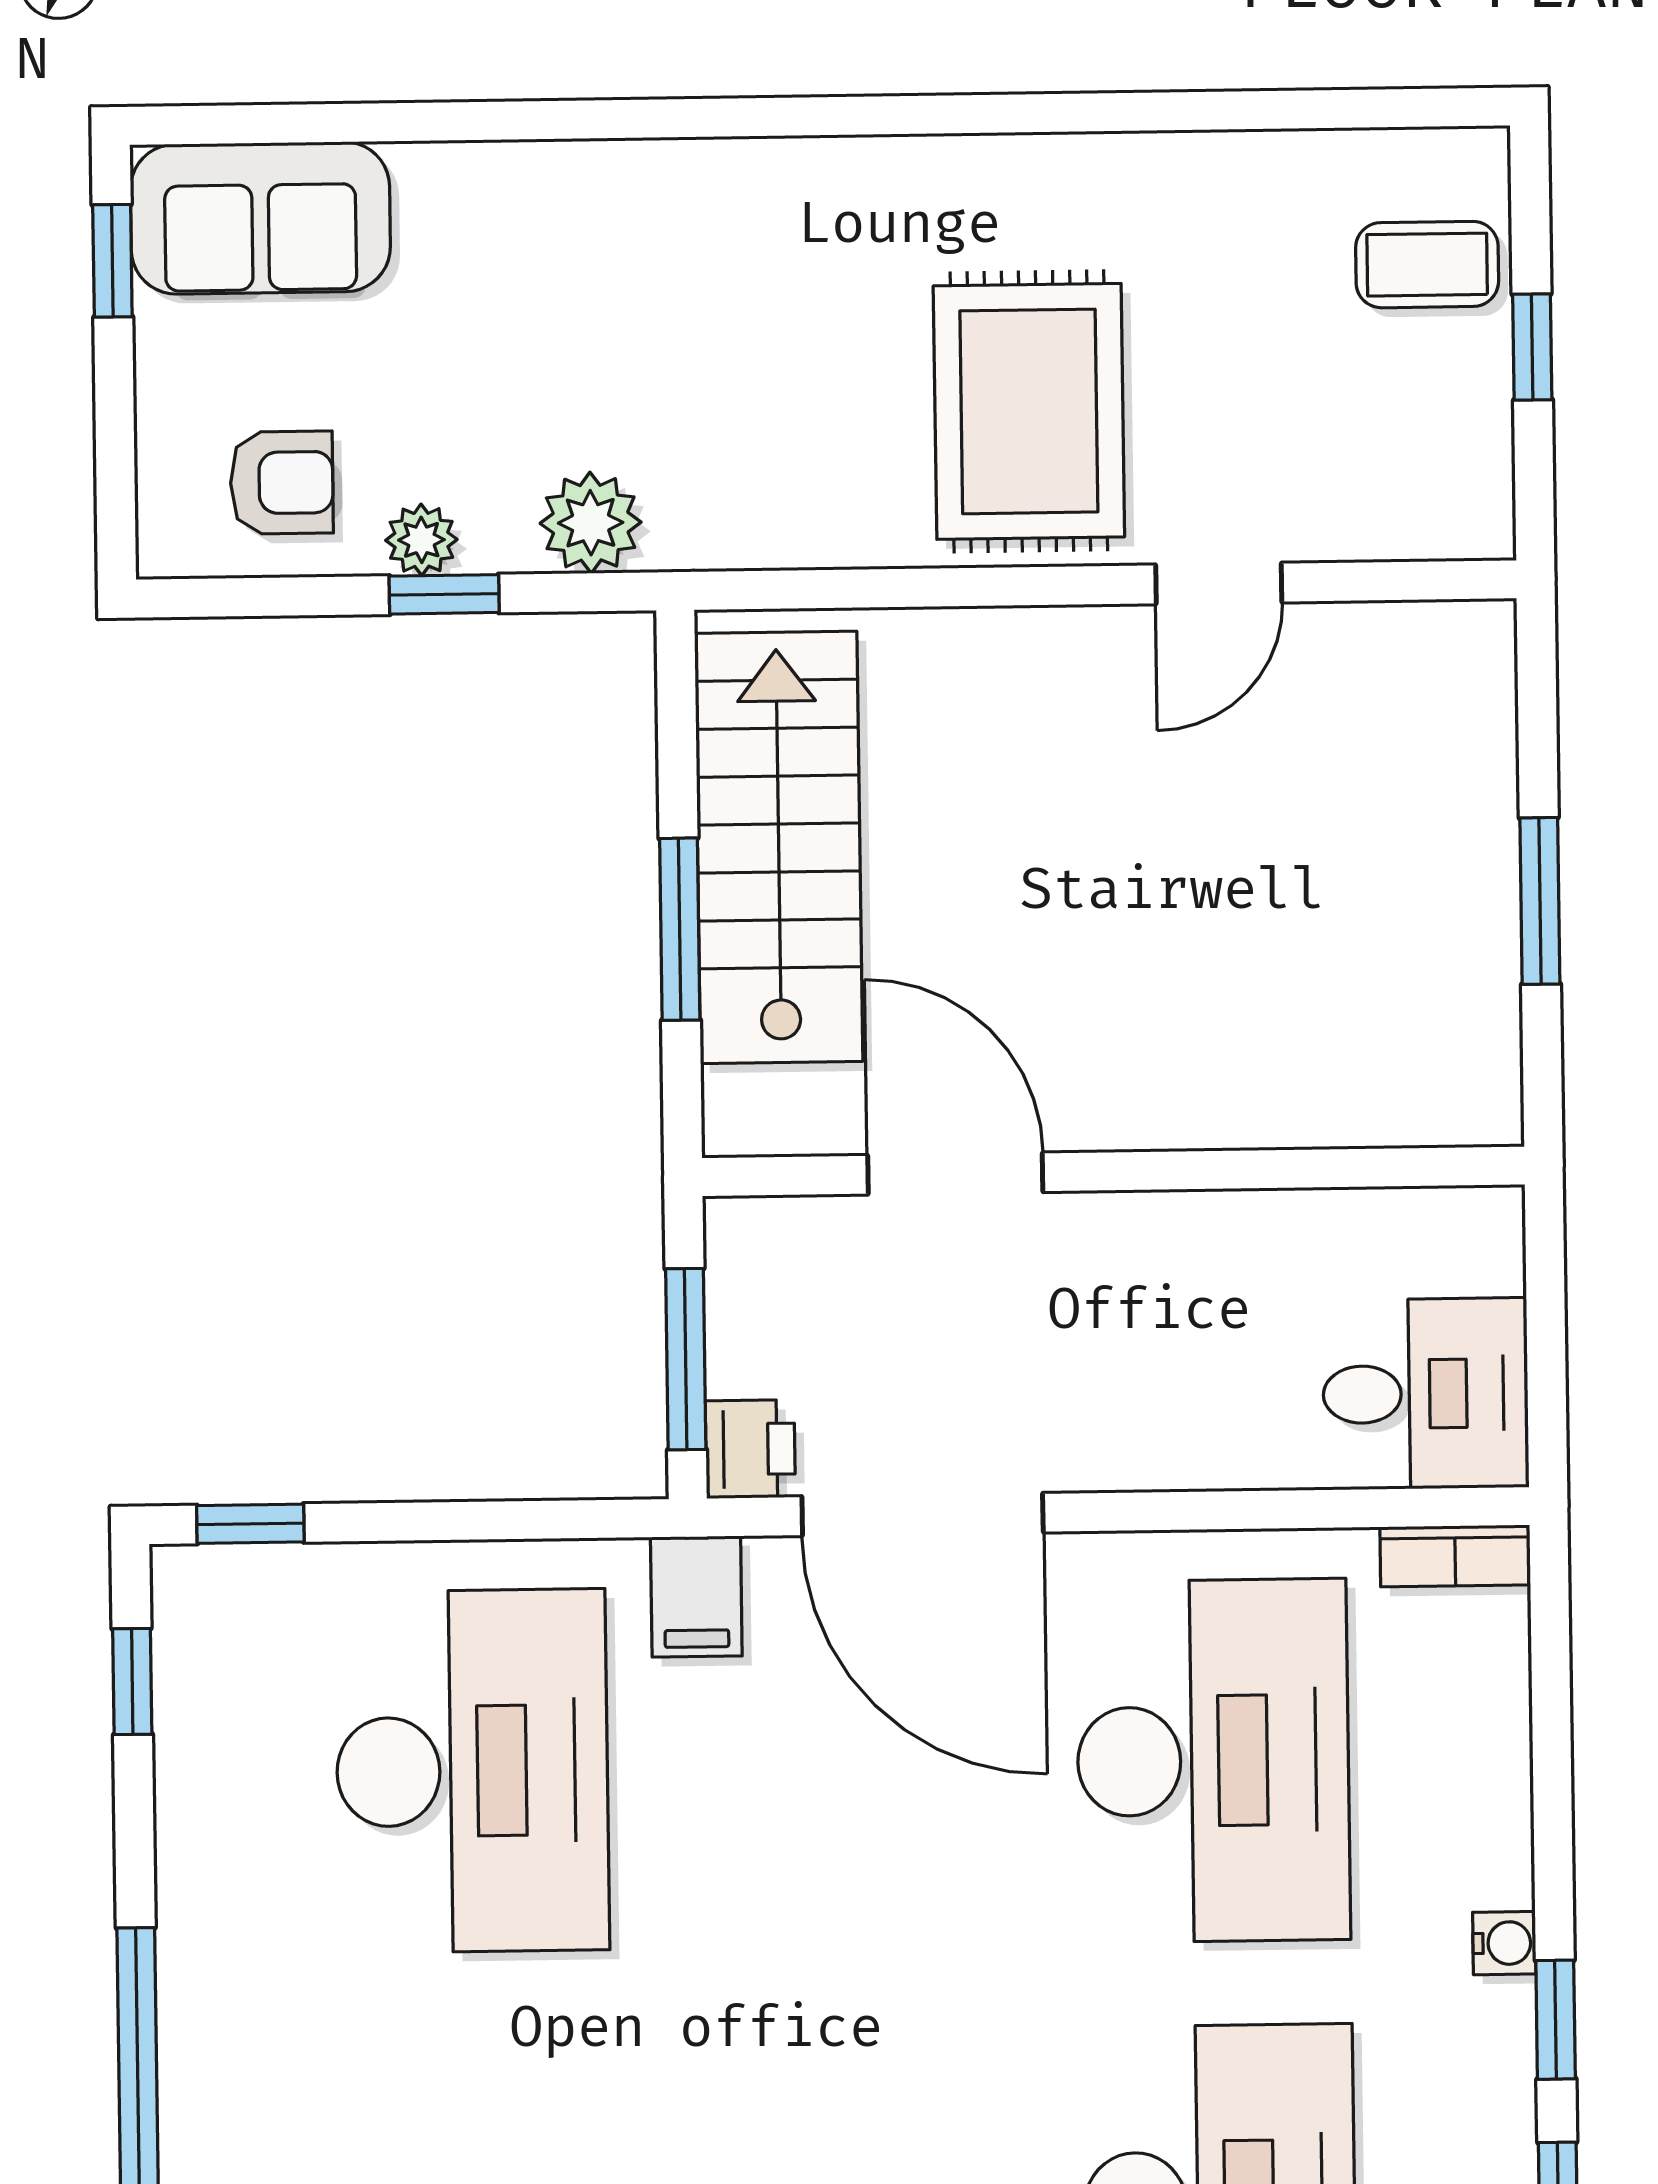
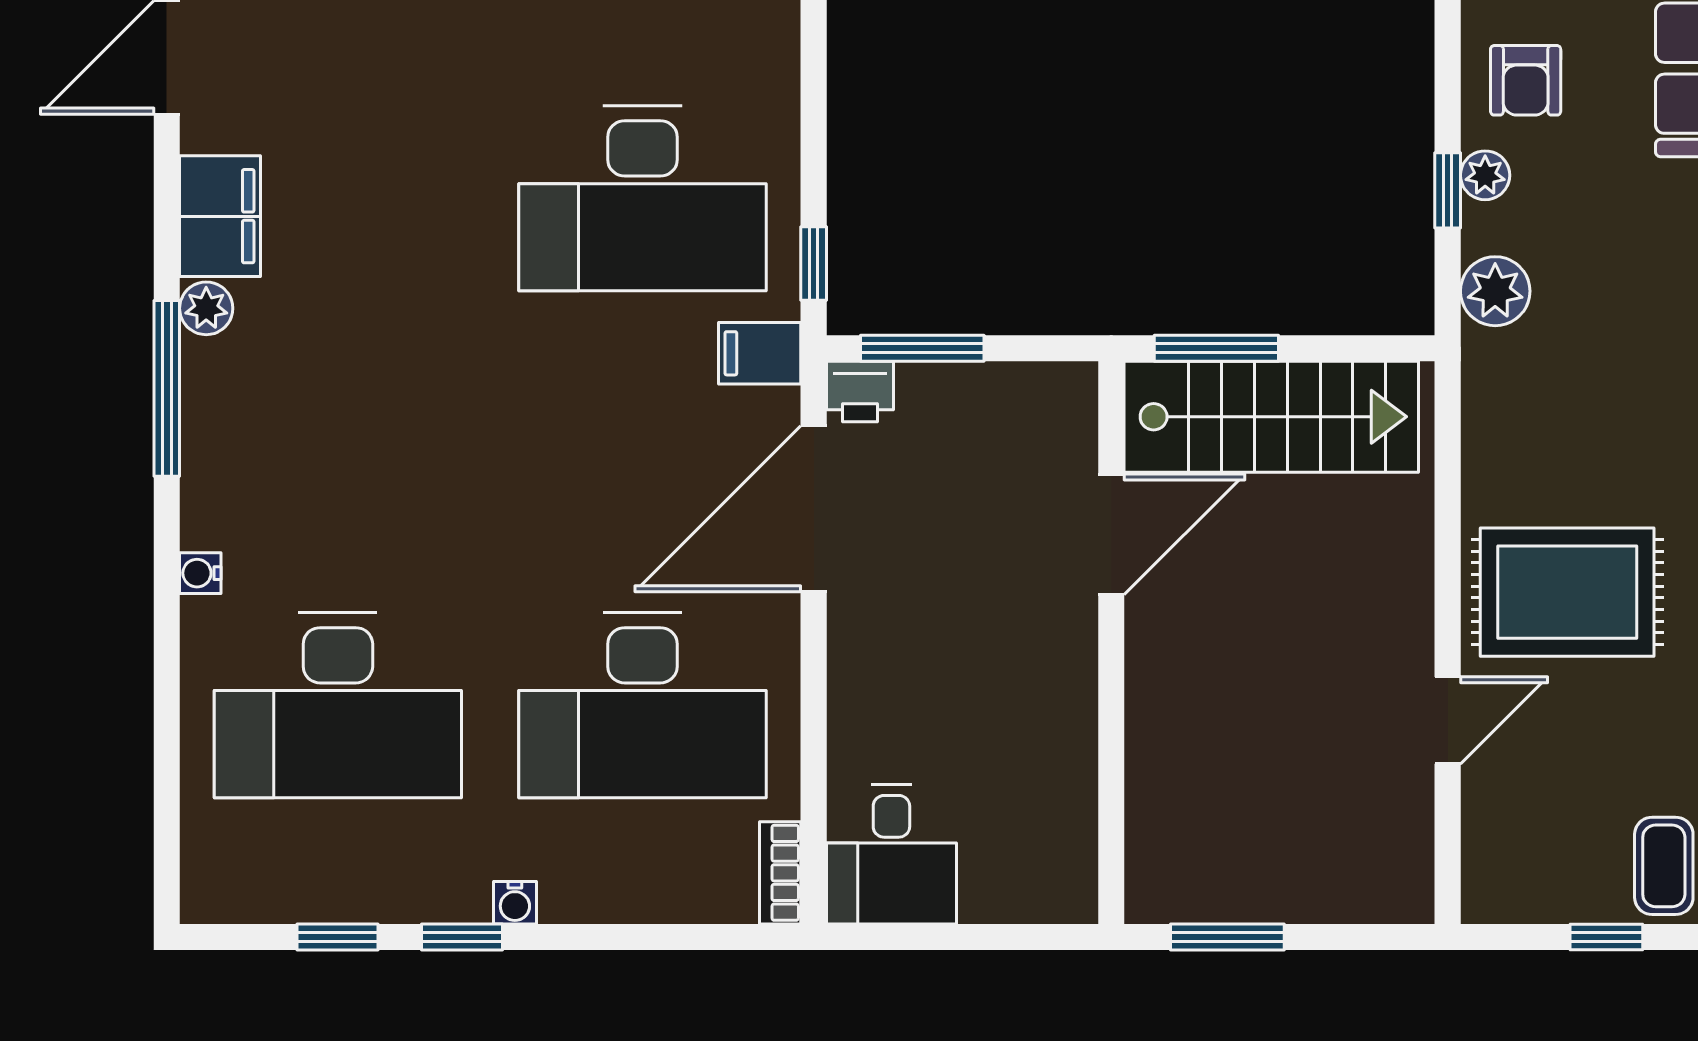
door: (1219, 584) -> (1448, 720), swing flipped
wall: (1113, 1171) -> (1111, 643), moved
door: (955, 1174) -> (1111, 534), moved
window: (250, 1524) -> (814, 263), moved

